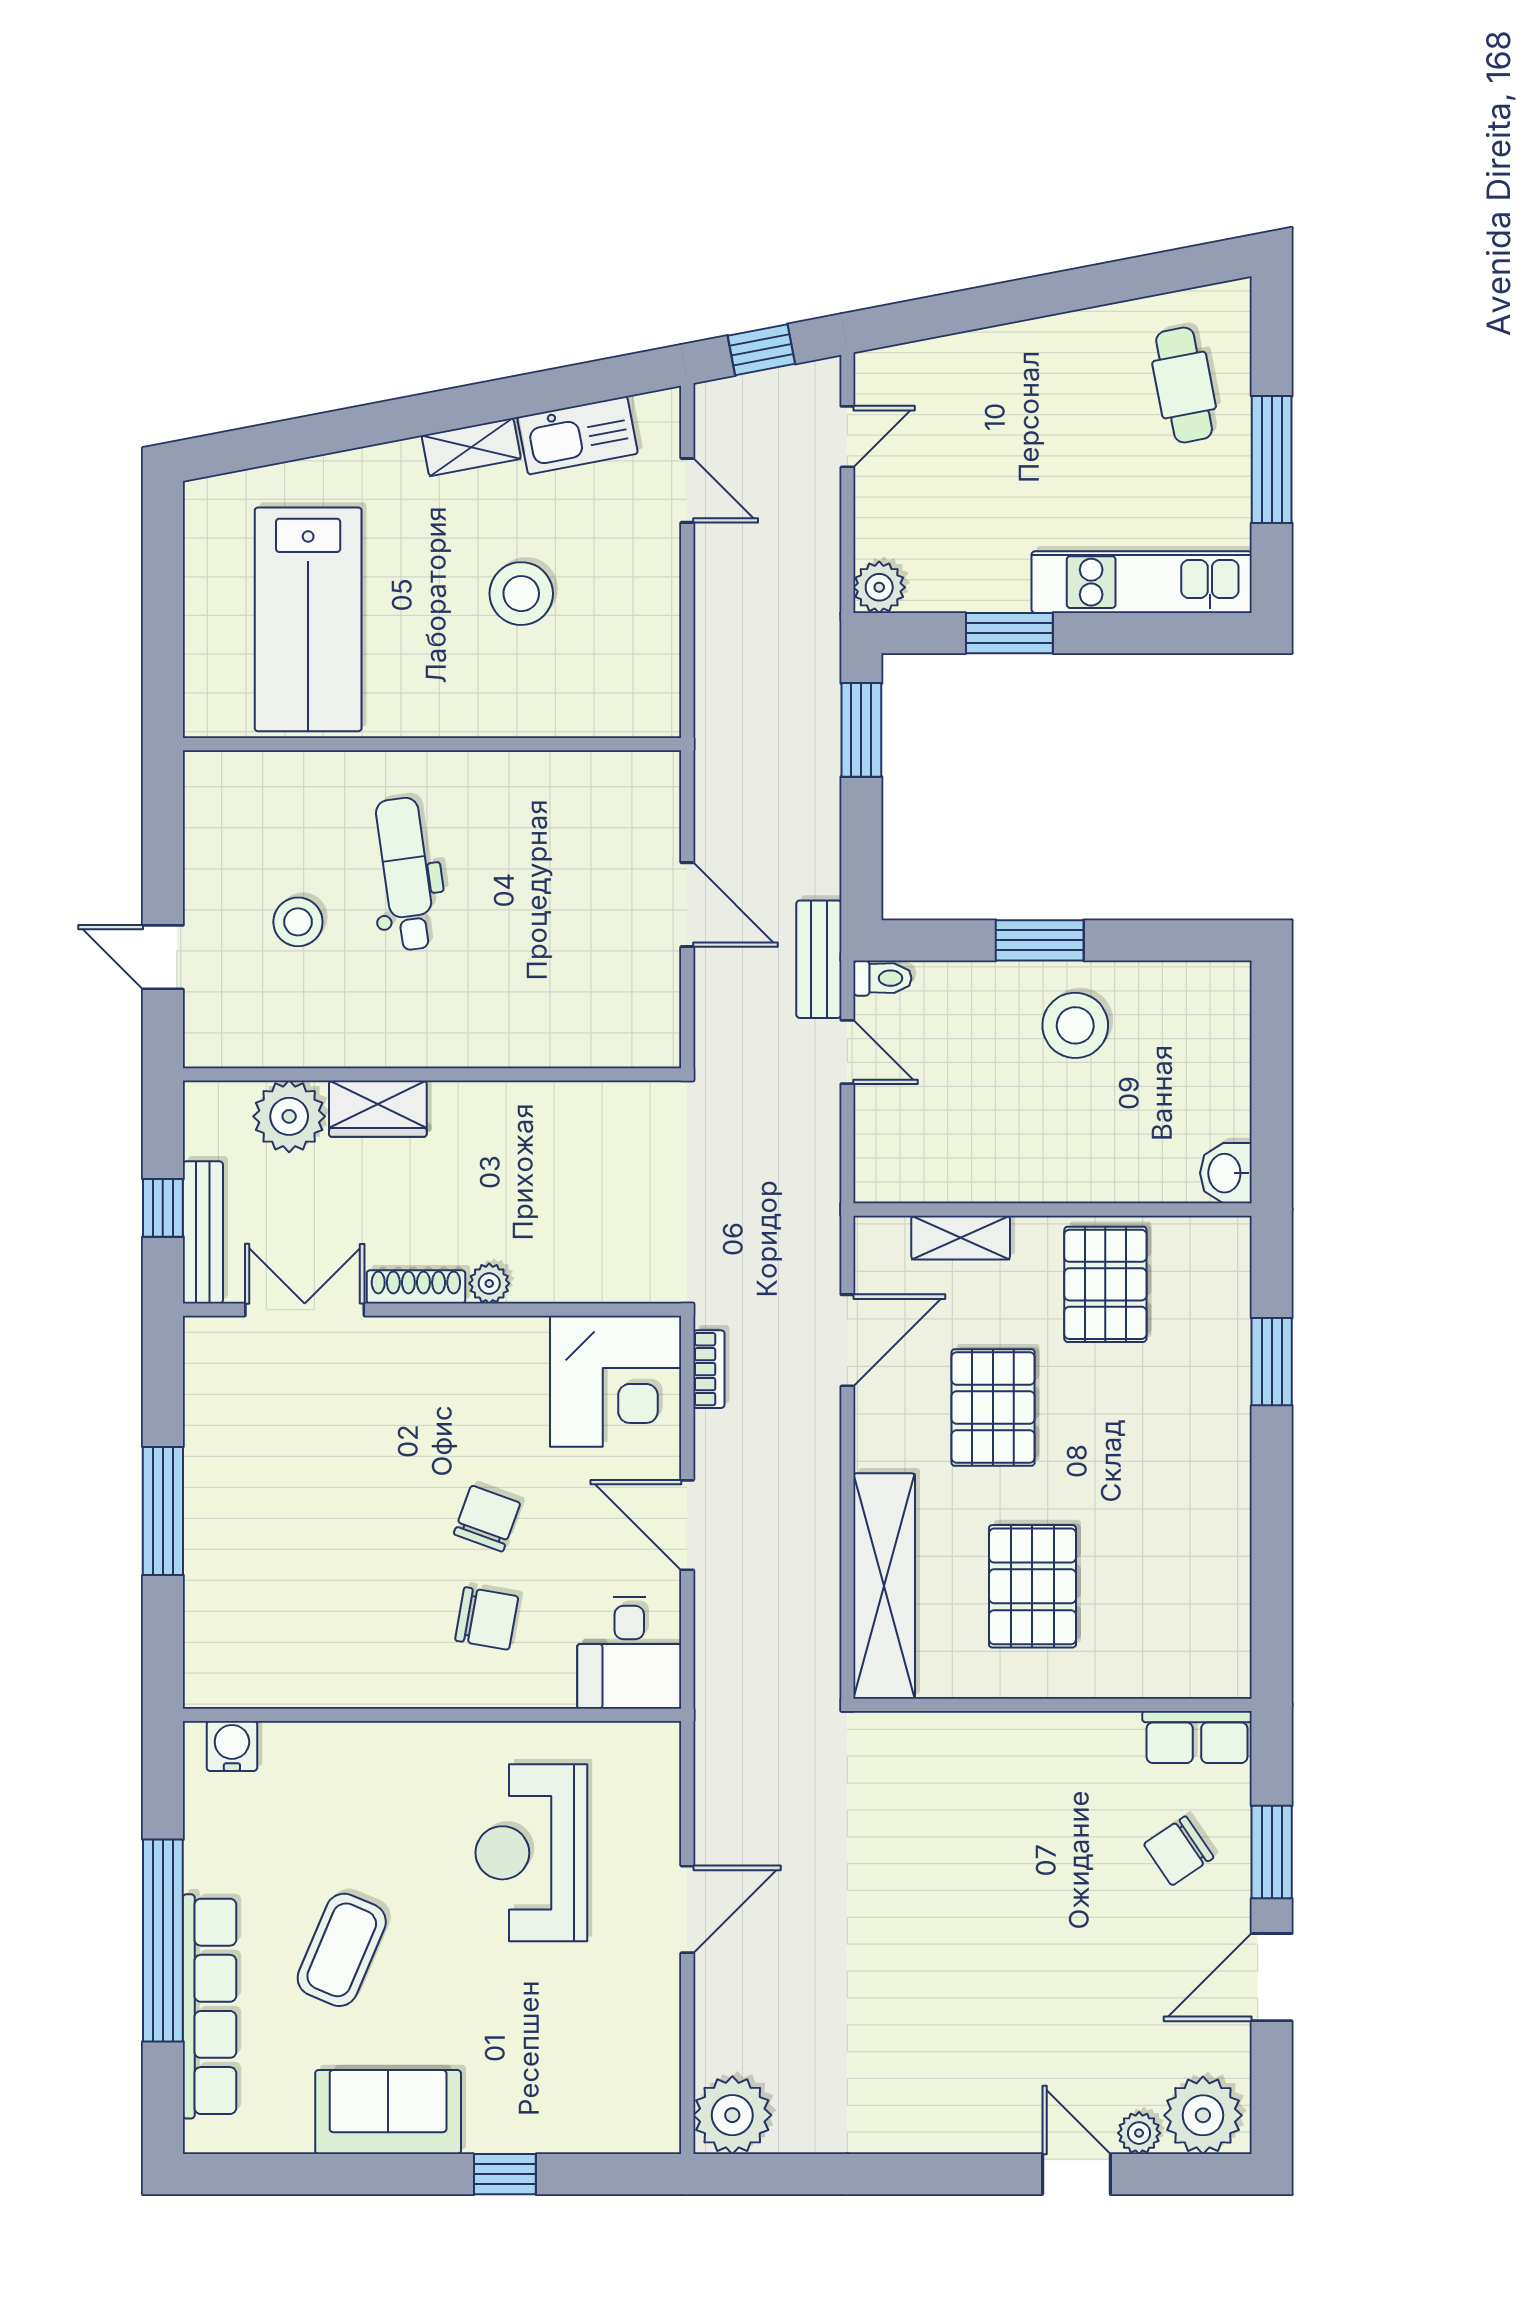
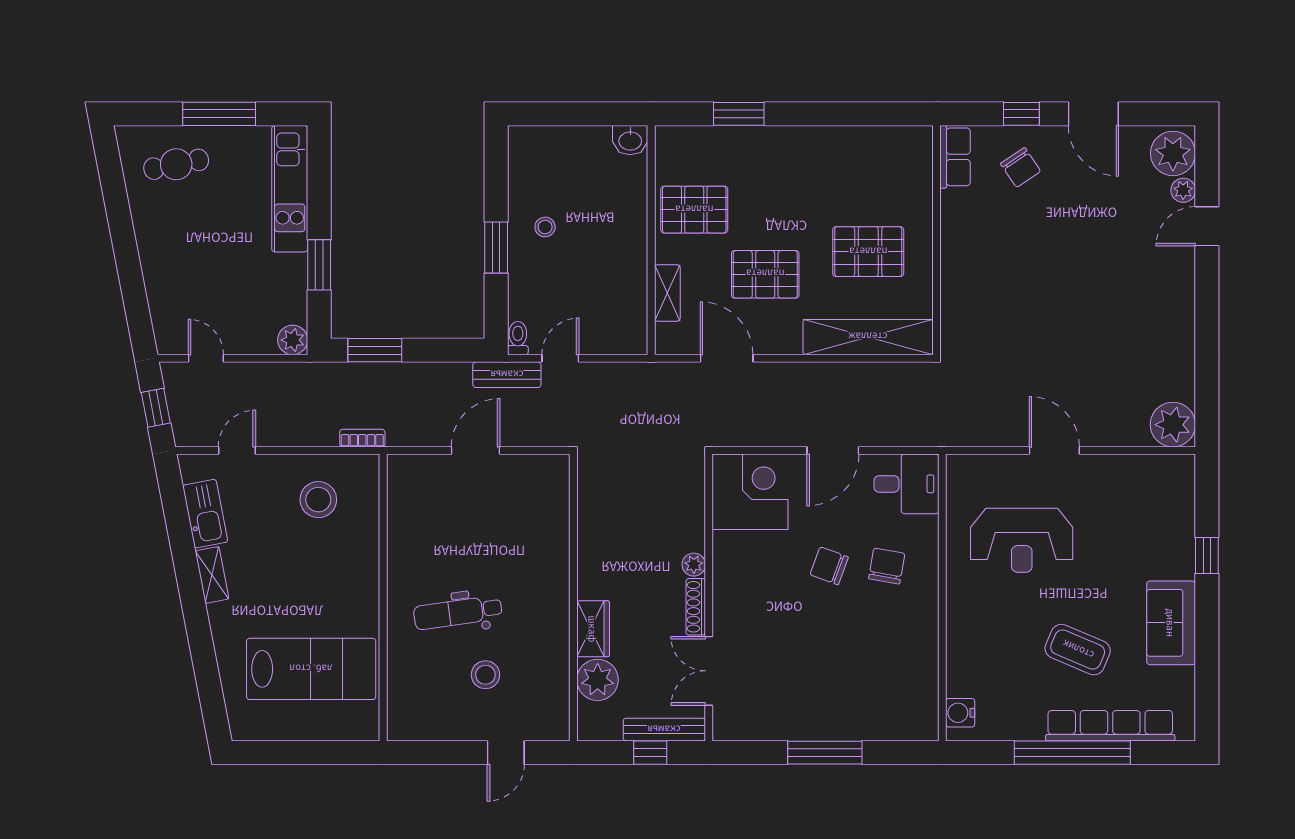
stool: (521, 594) -> (318, 500), moved
stool: (1075, 1025) -> (545, 227), width x0.53, depth x0.53
bookcase: (709, 1369) -> (362, 438), moved
window: (1272, 1852) -> (1021, 114), width x0.67

